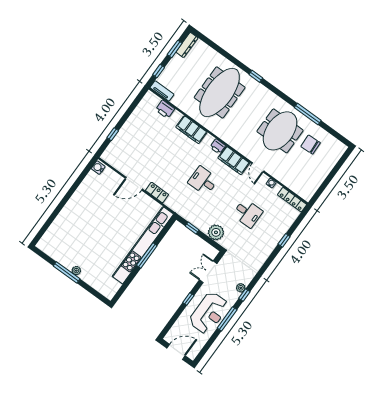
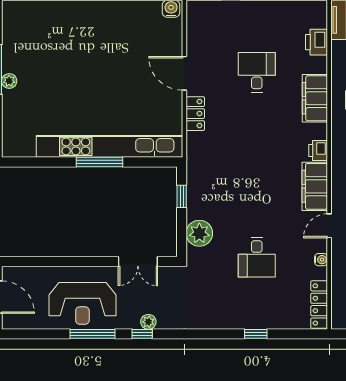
desk: (203, 181) -> (257, 72), moved
double door: (208, 272) -> (138, 262), swing flipped
window: (188, 299) -> (81, 262), removed

